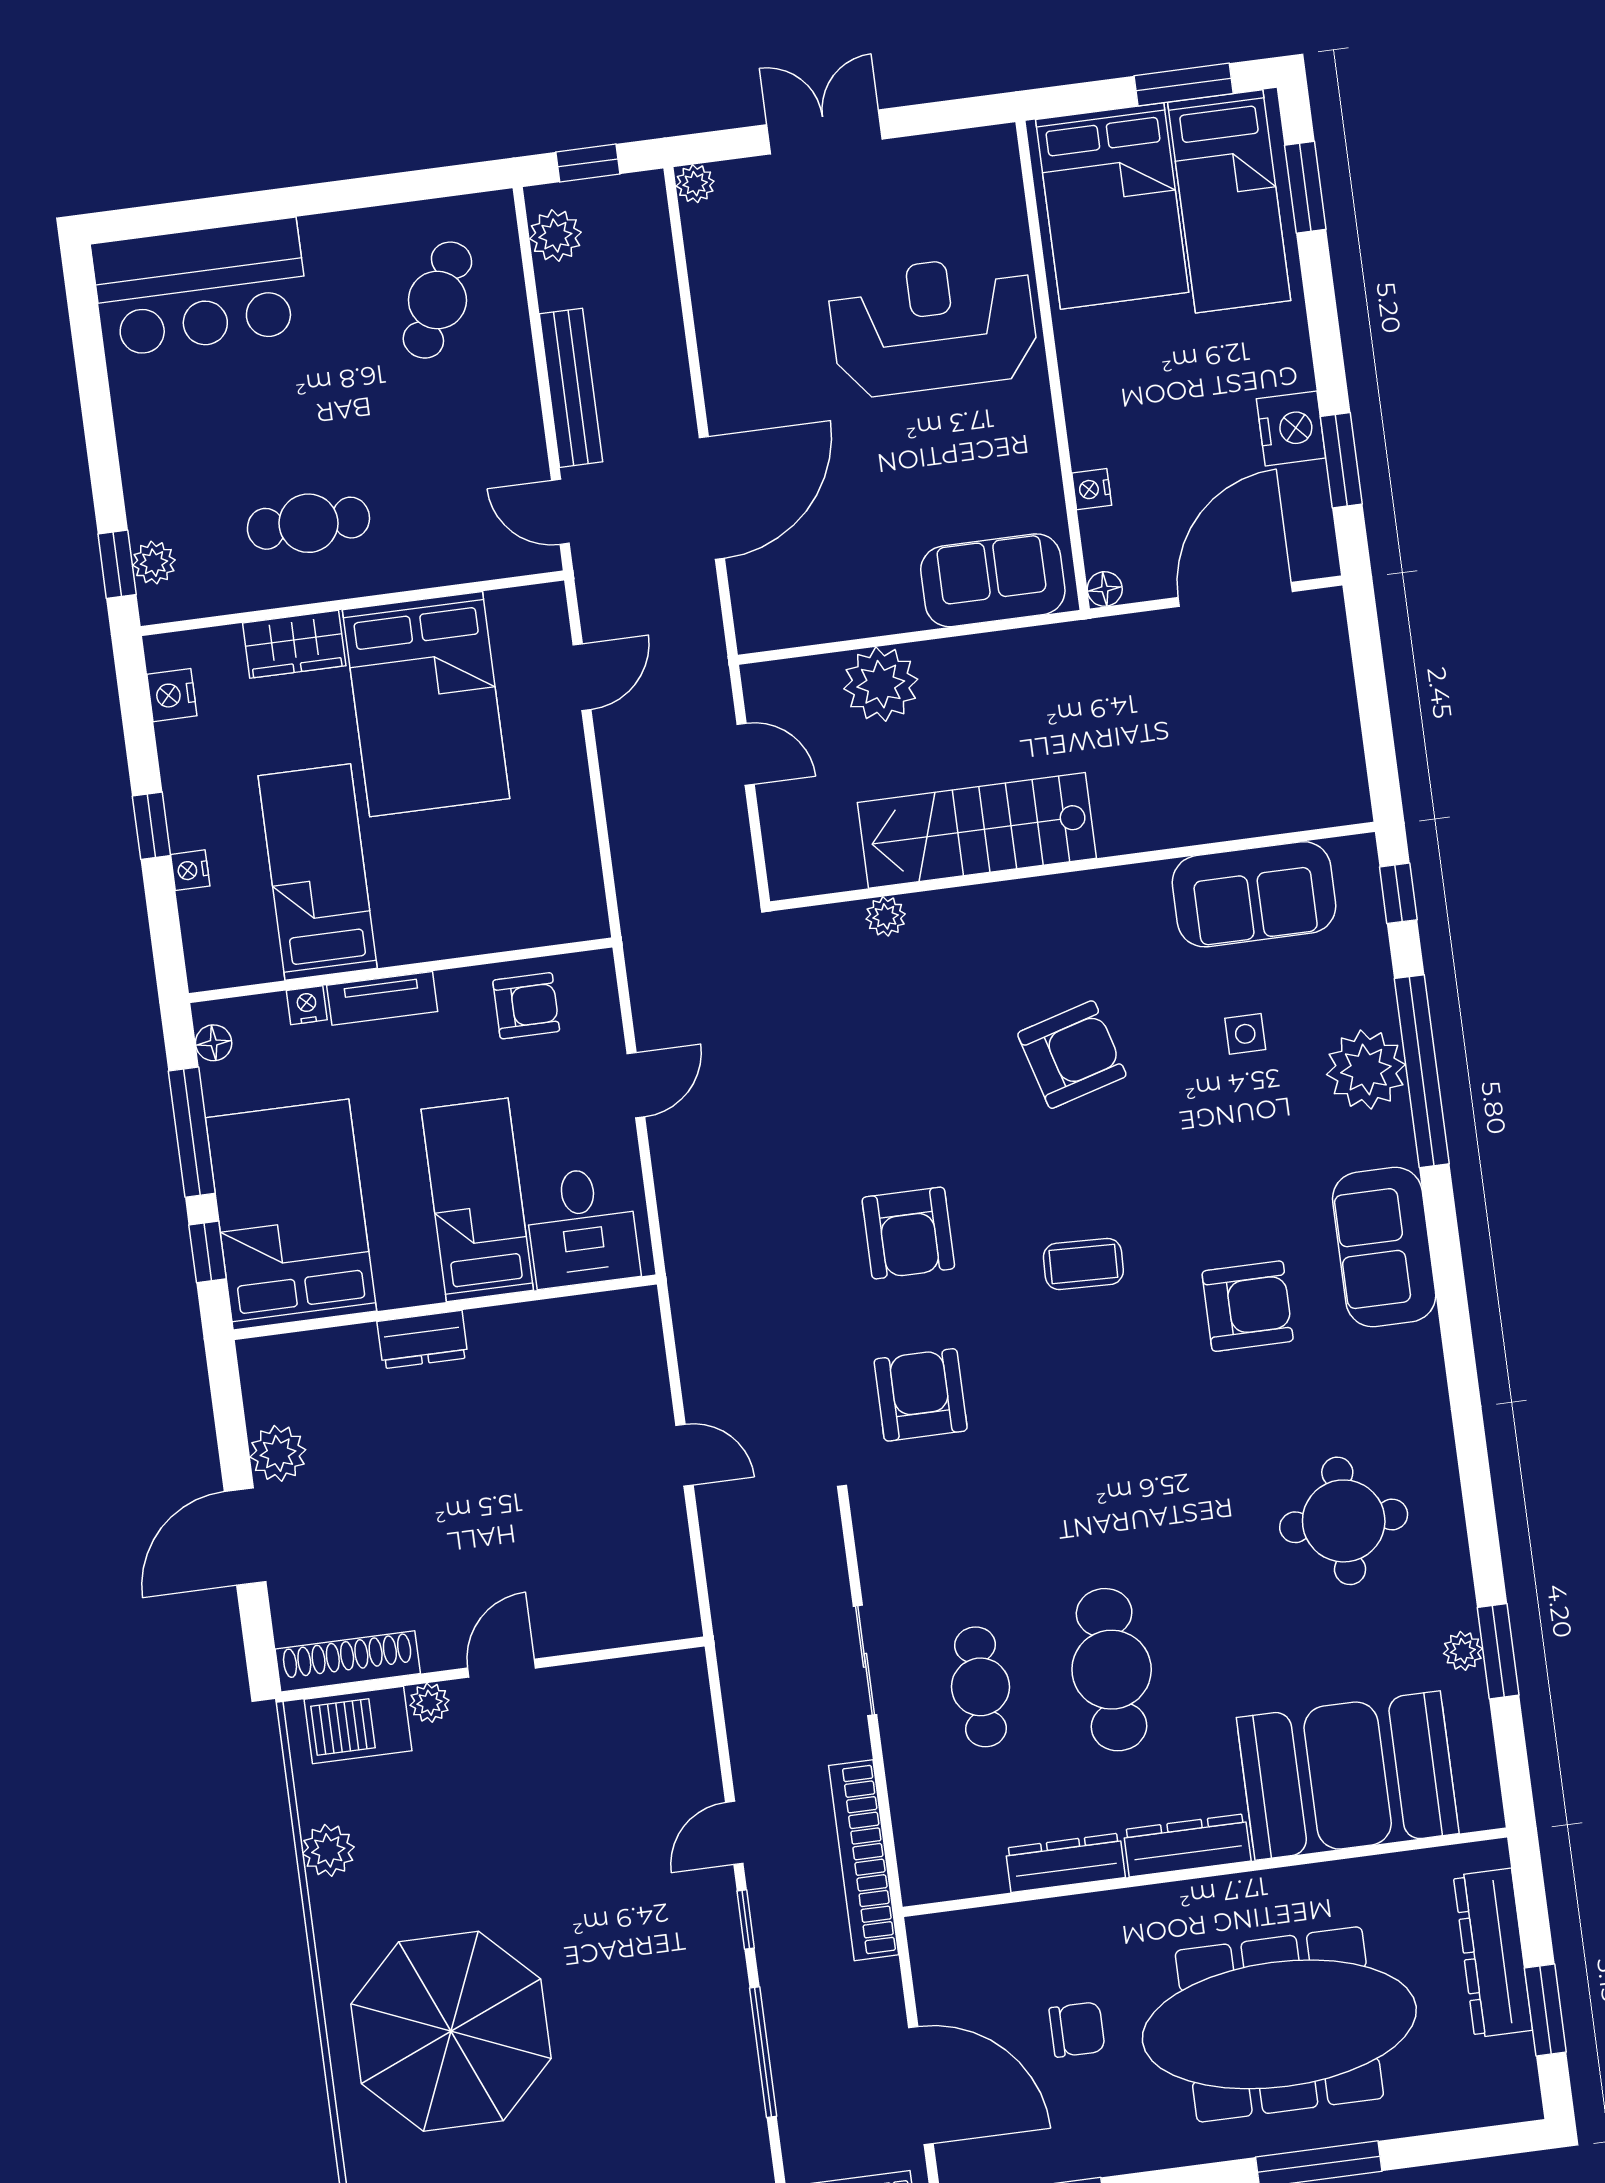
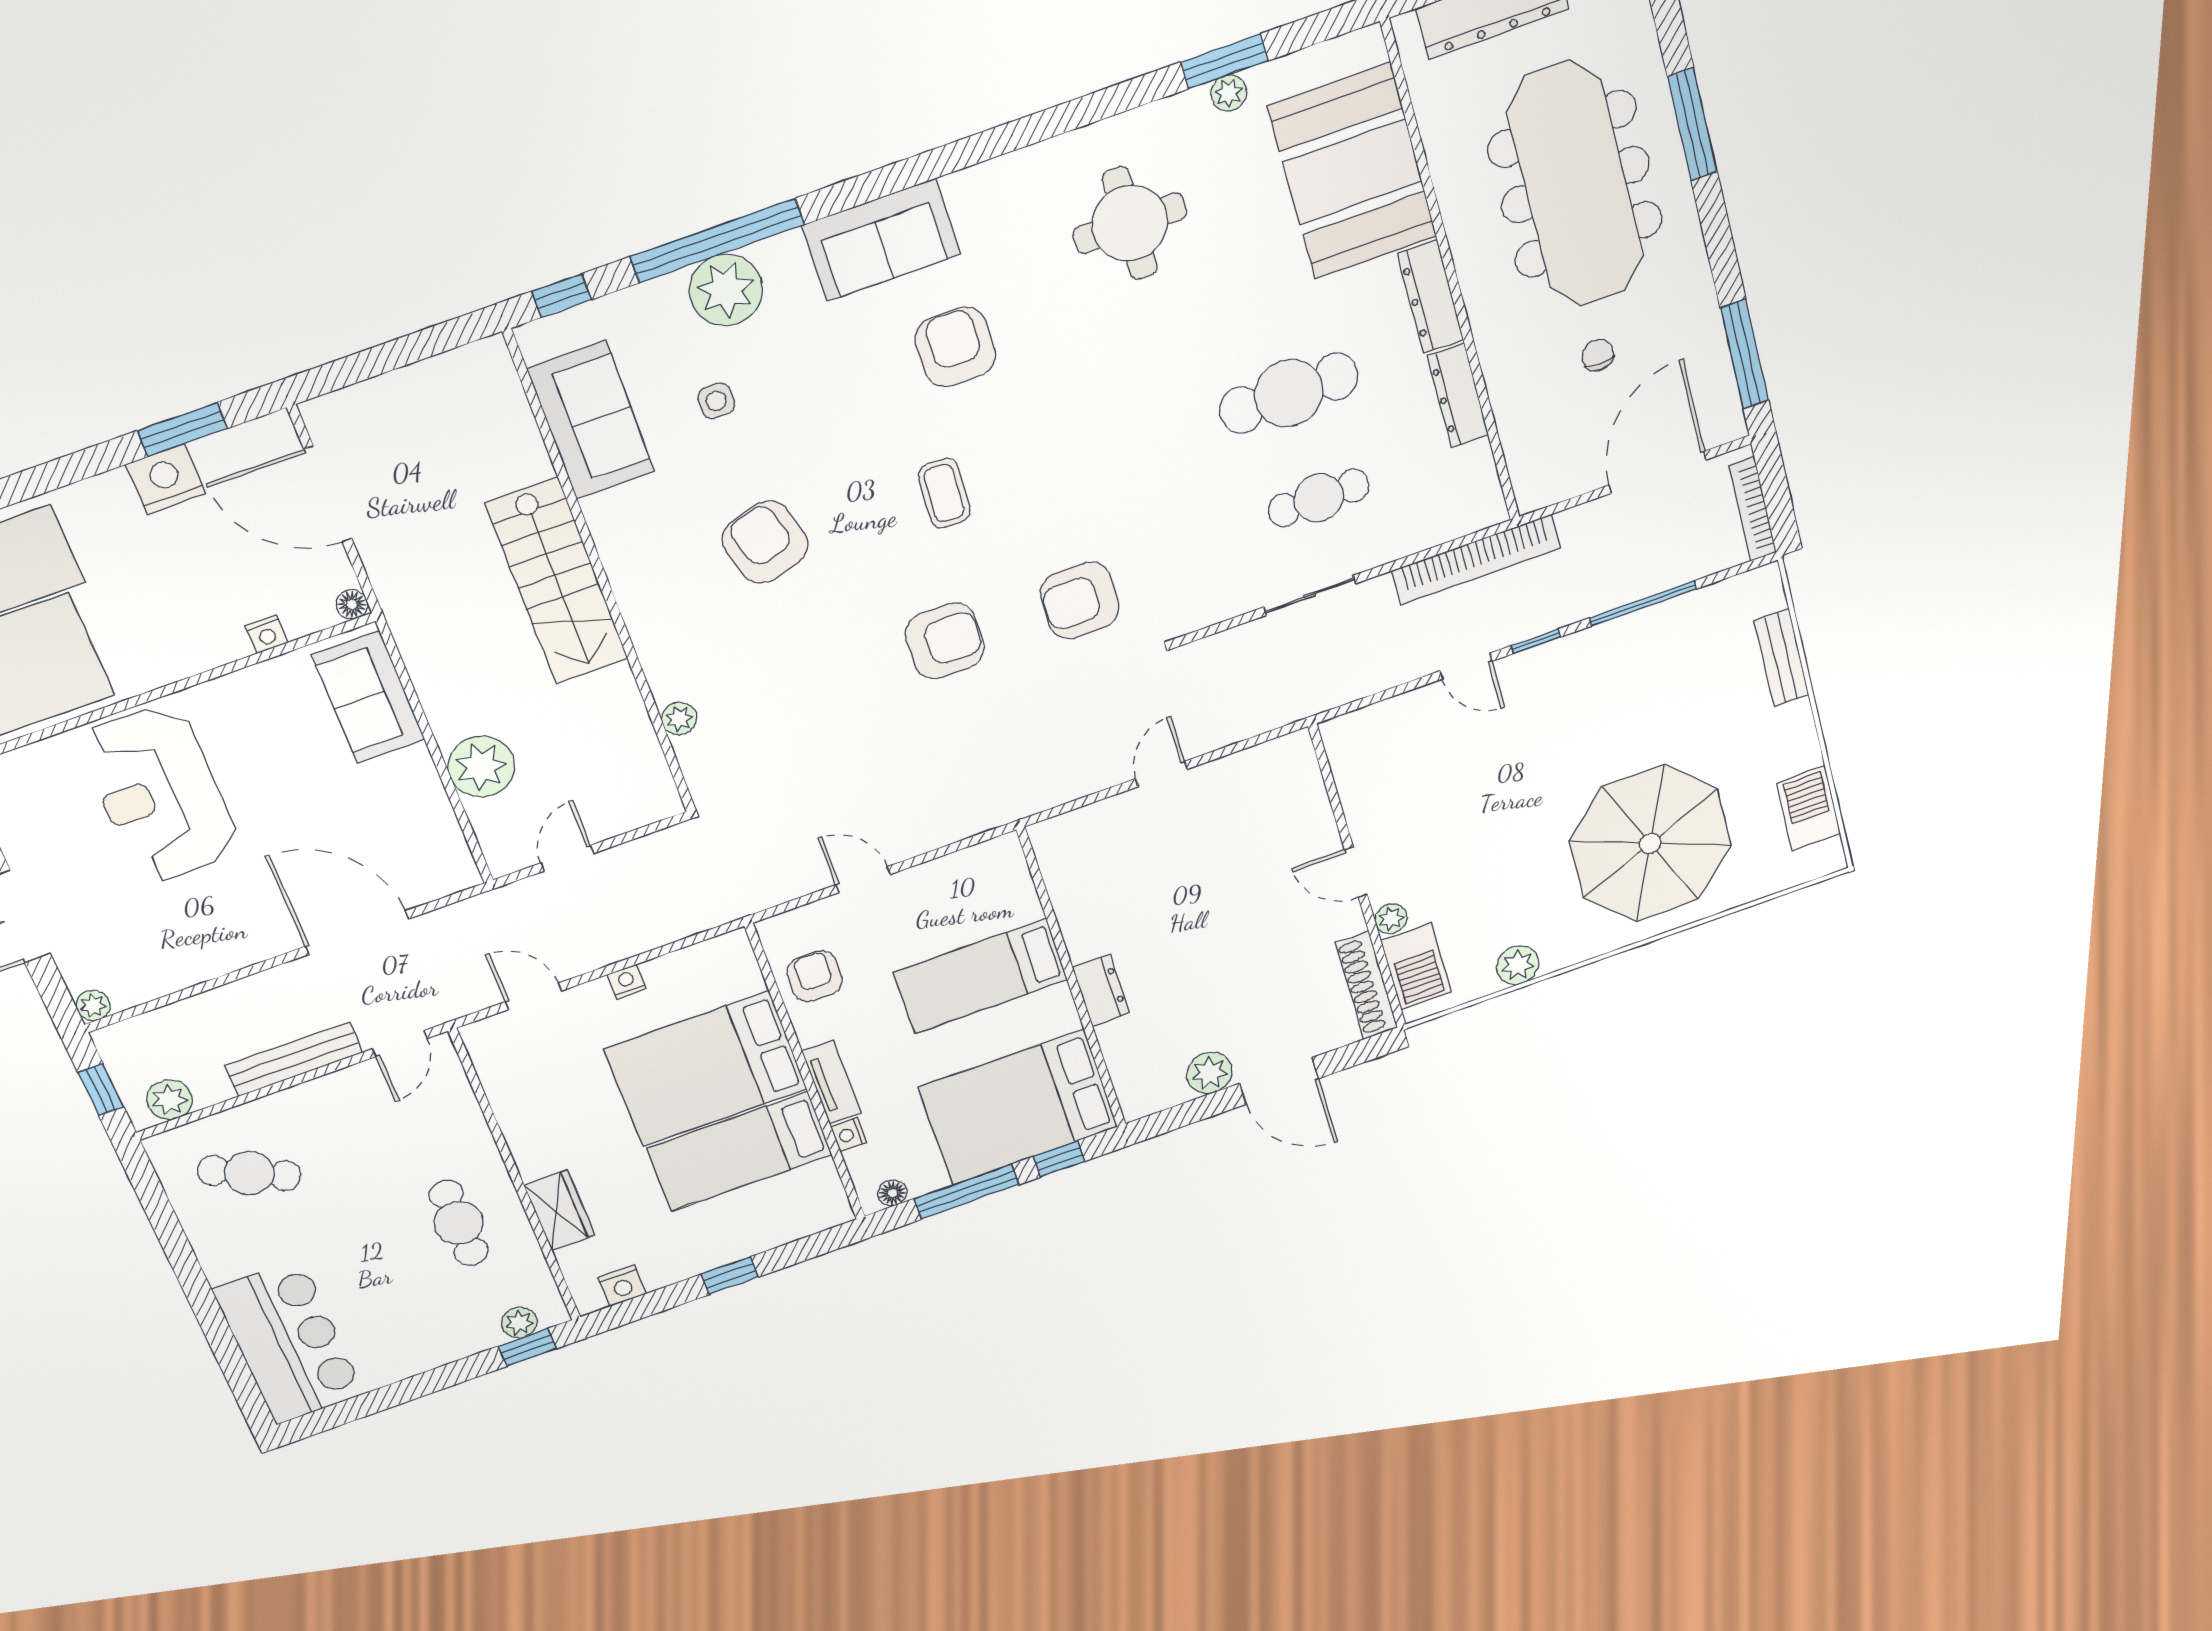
bed: (426, 704) -> (706, 1069), moved, turned 180
stairs: (977, 830) -> (557, 581), moved
nightstand: (190, 870) -> (627, 982), moved, turned 180
desk: (582, 1227) -> (988, 894), removed
chair: (1077, 2029) -> (1598, 355), width x0.73, depth x0.73

